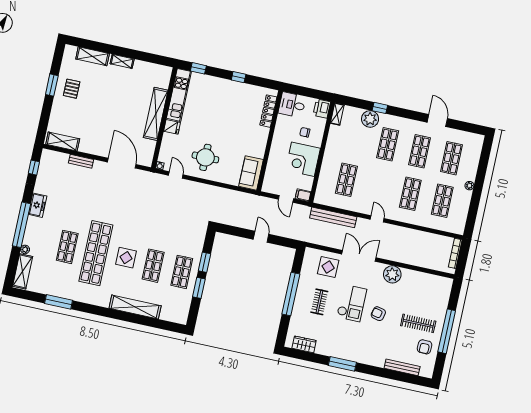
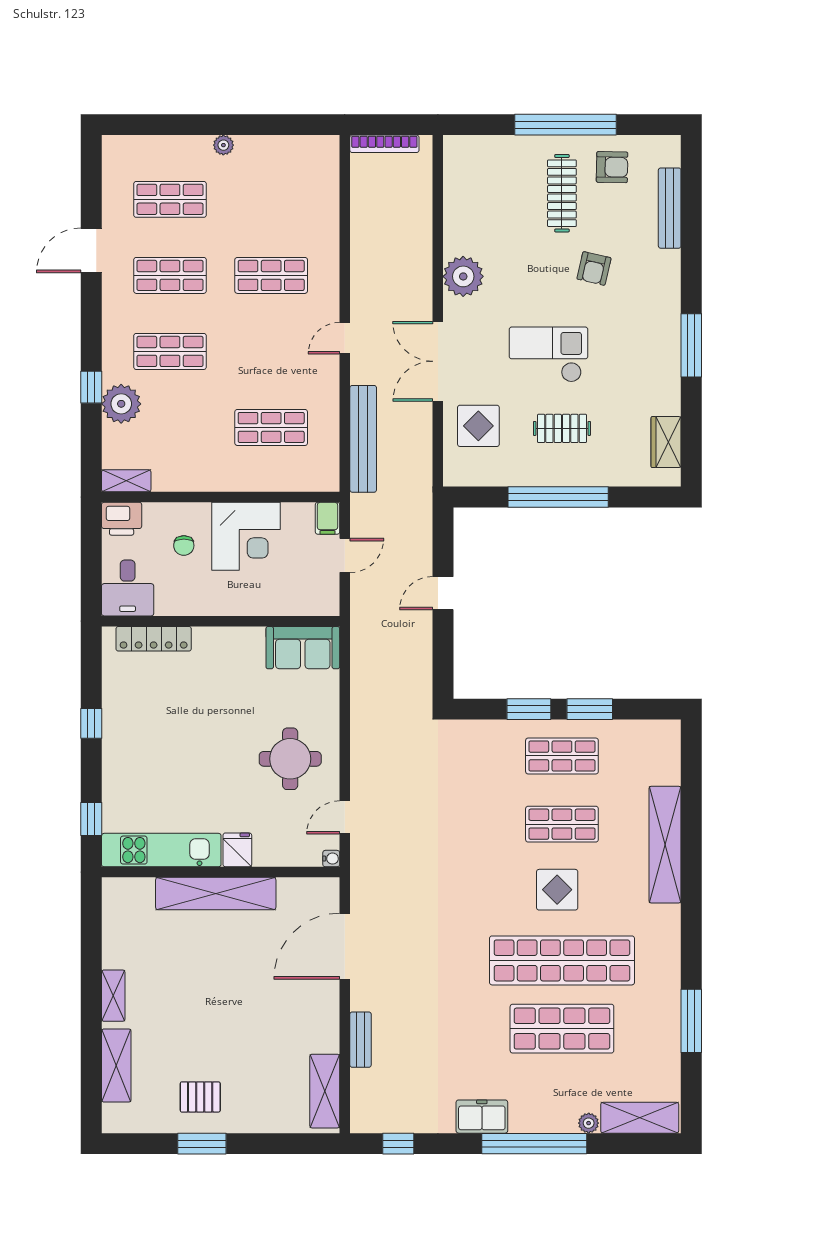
shop shelf: (442, 201) -> (271, 199), removed
shop shelf: (67, 247) -> (562, 1029), width x1.43, depth x1.36
armchair: (378, 314) -> (594, 268), moved

